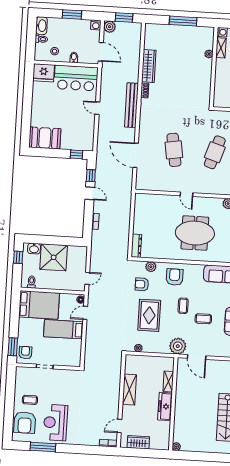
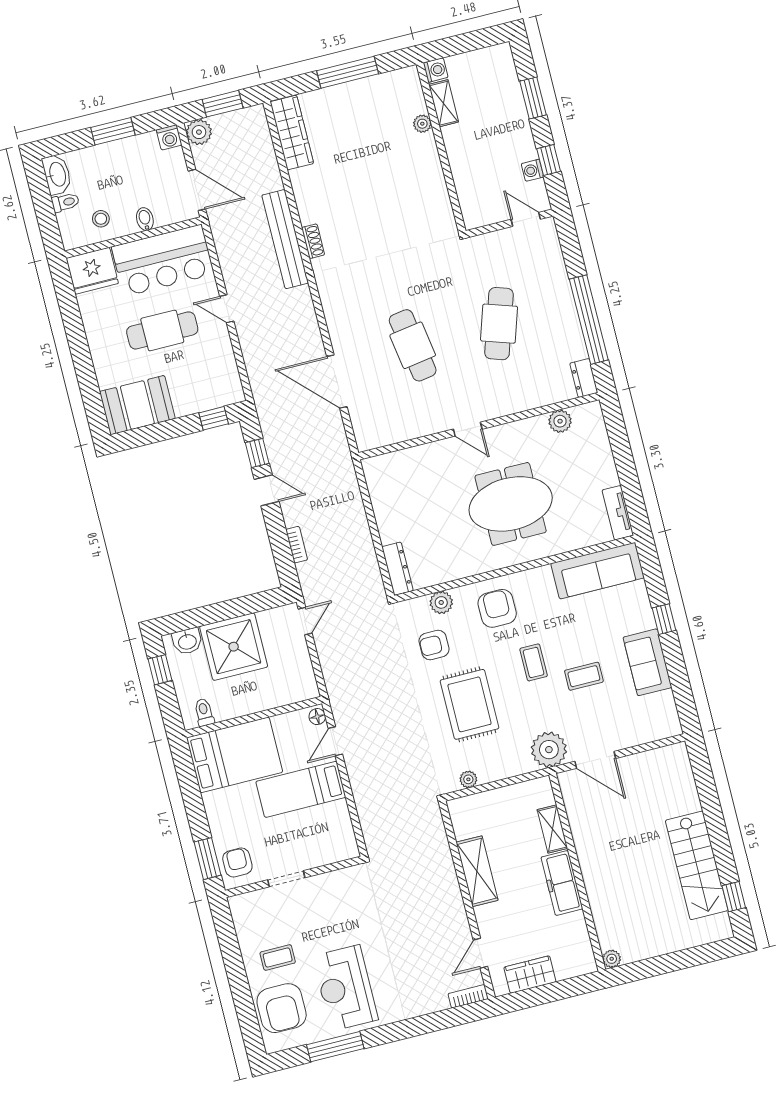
wardrobe: (149, 66) -> (292, 133), moved
bench: (131, 105) -> (285, 239), moved
cafe table: (66, 109) -> (162, 330), added
door: (87, 278) -> (305, 621), moved

